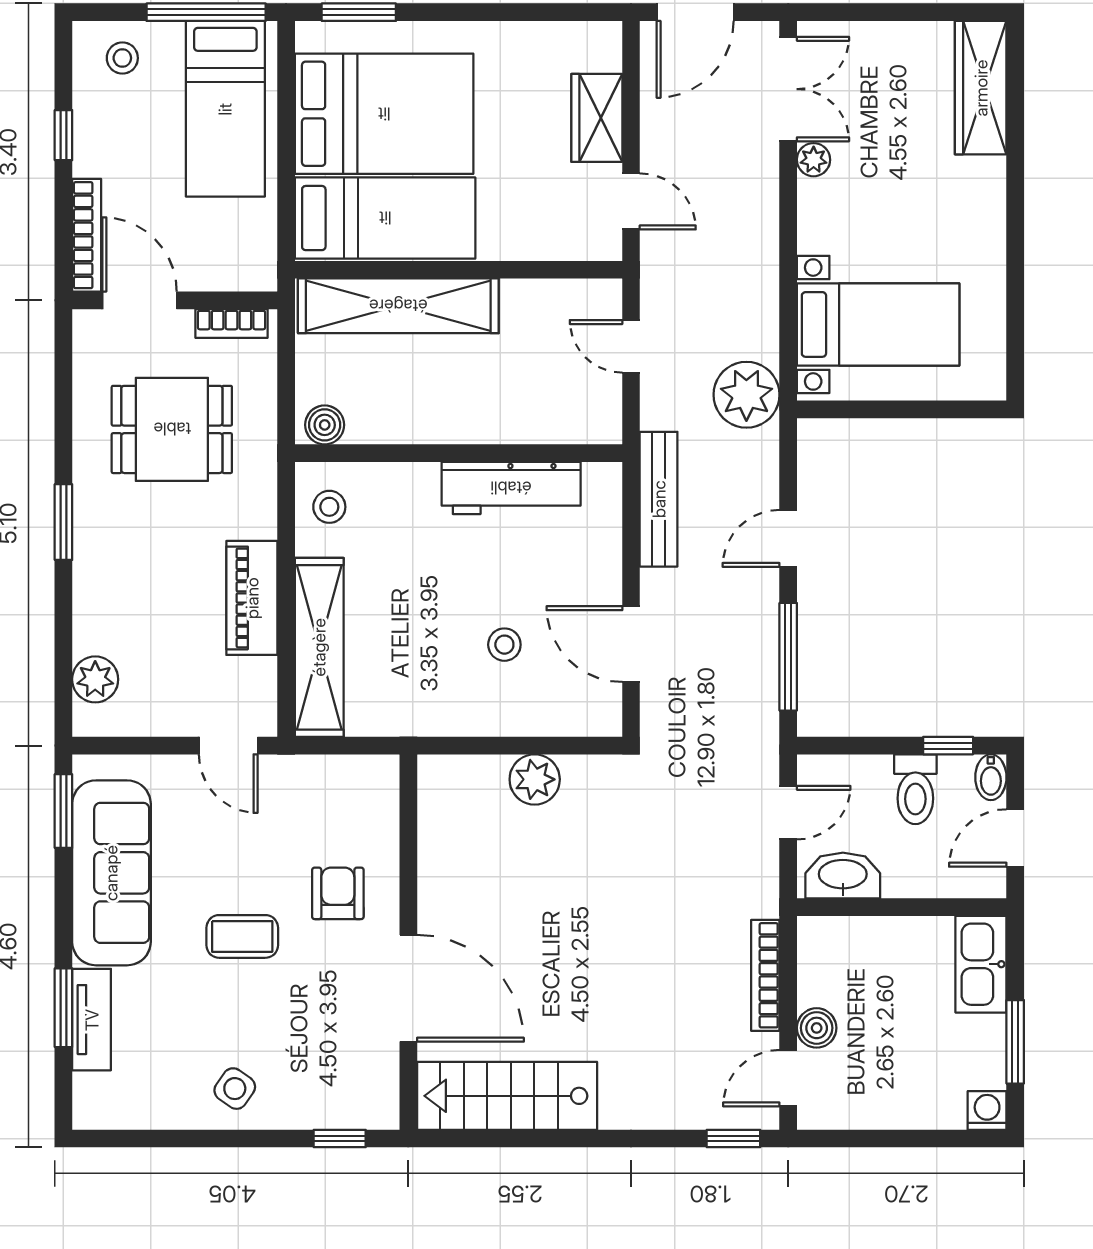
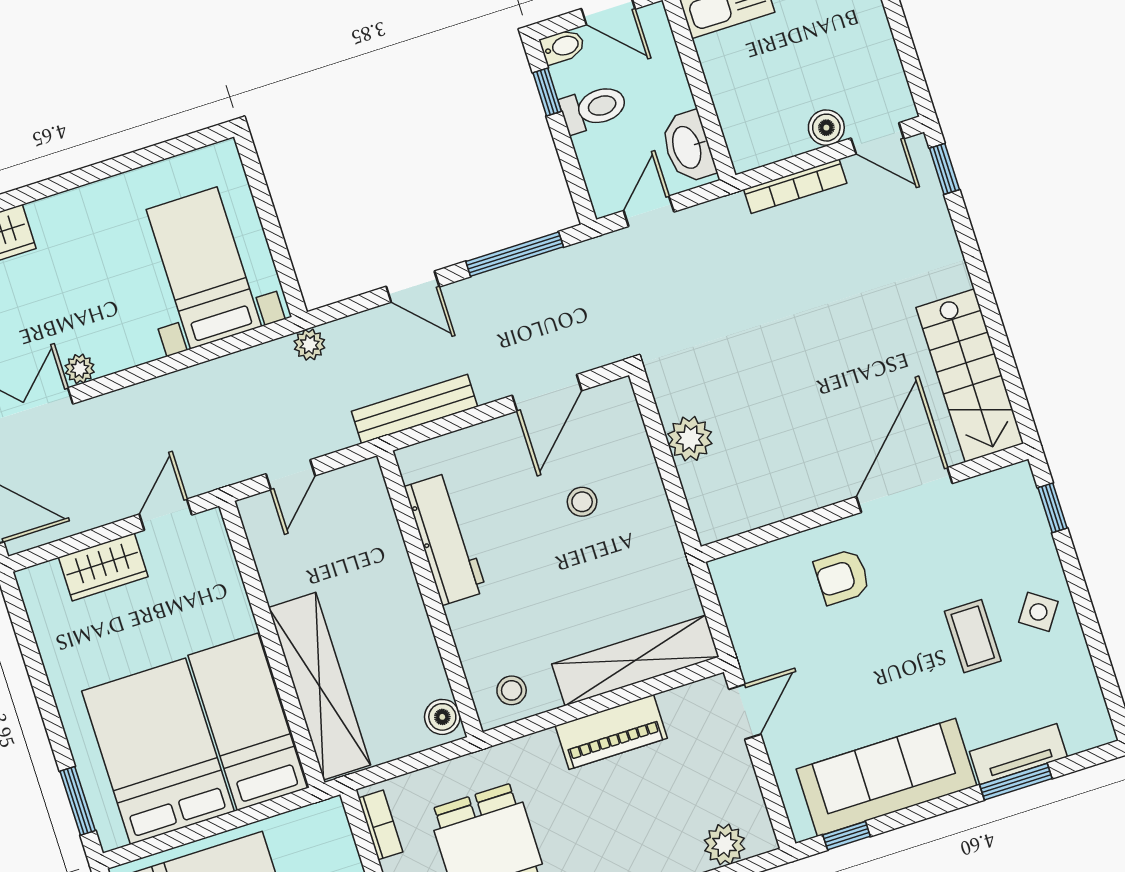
plant: (746, 395) -> (309, 345), width x0.53, depth x0.53
window: (63, 811) -> (847, 836), width x0.67
door: (788, 813) -> (649, 211), hinge flipped
coffee table: (242, 936) -> (973, 636), moved

